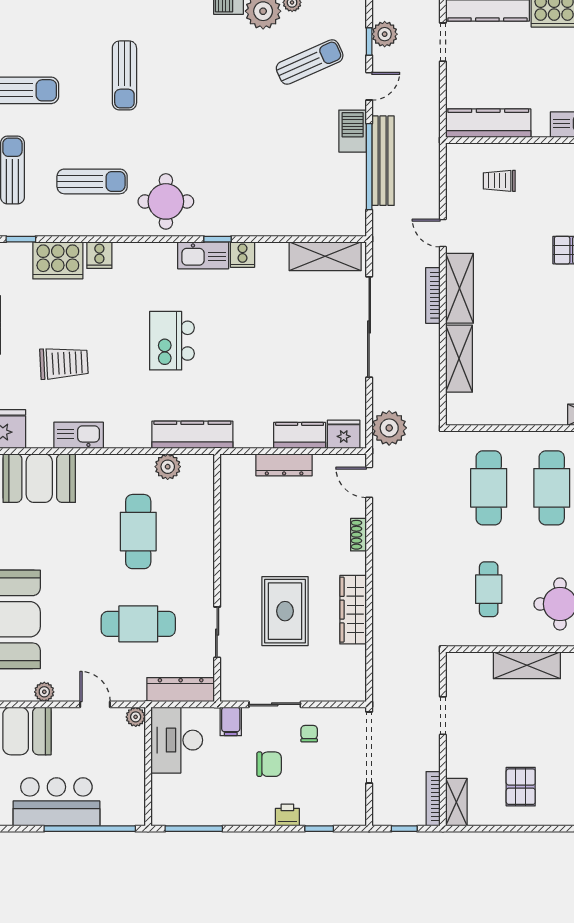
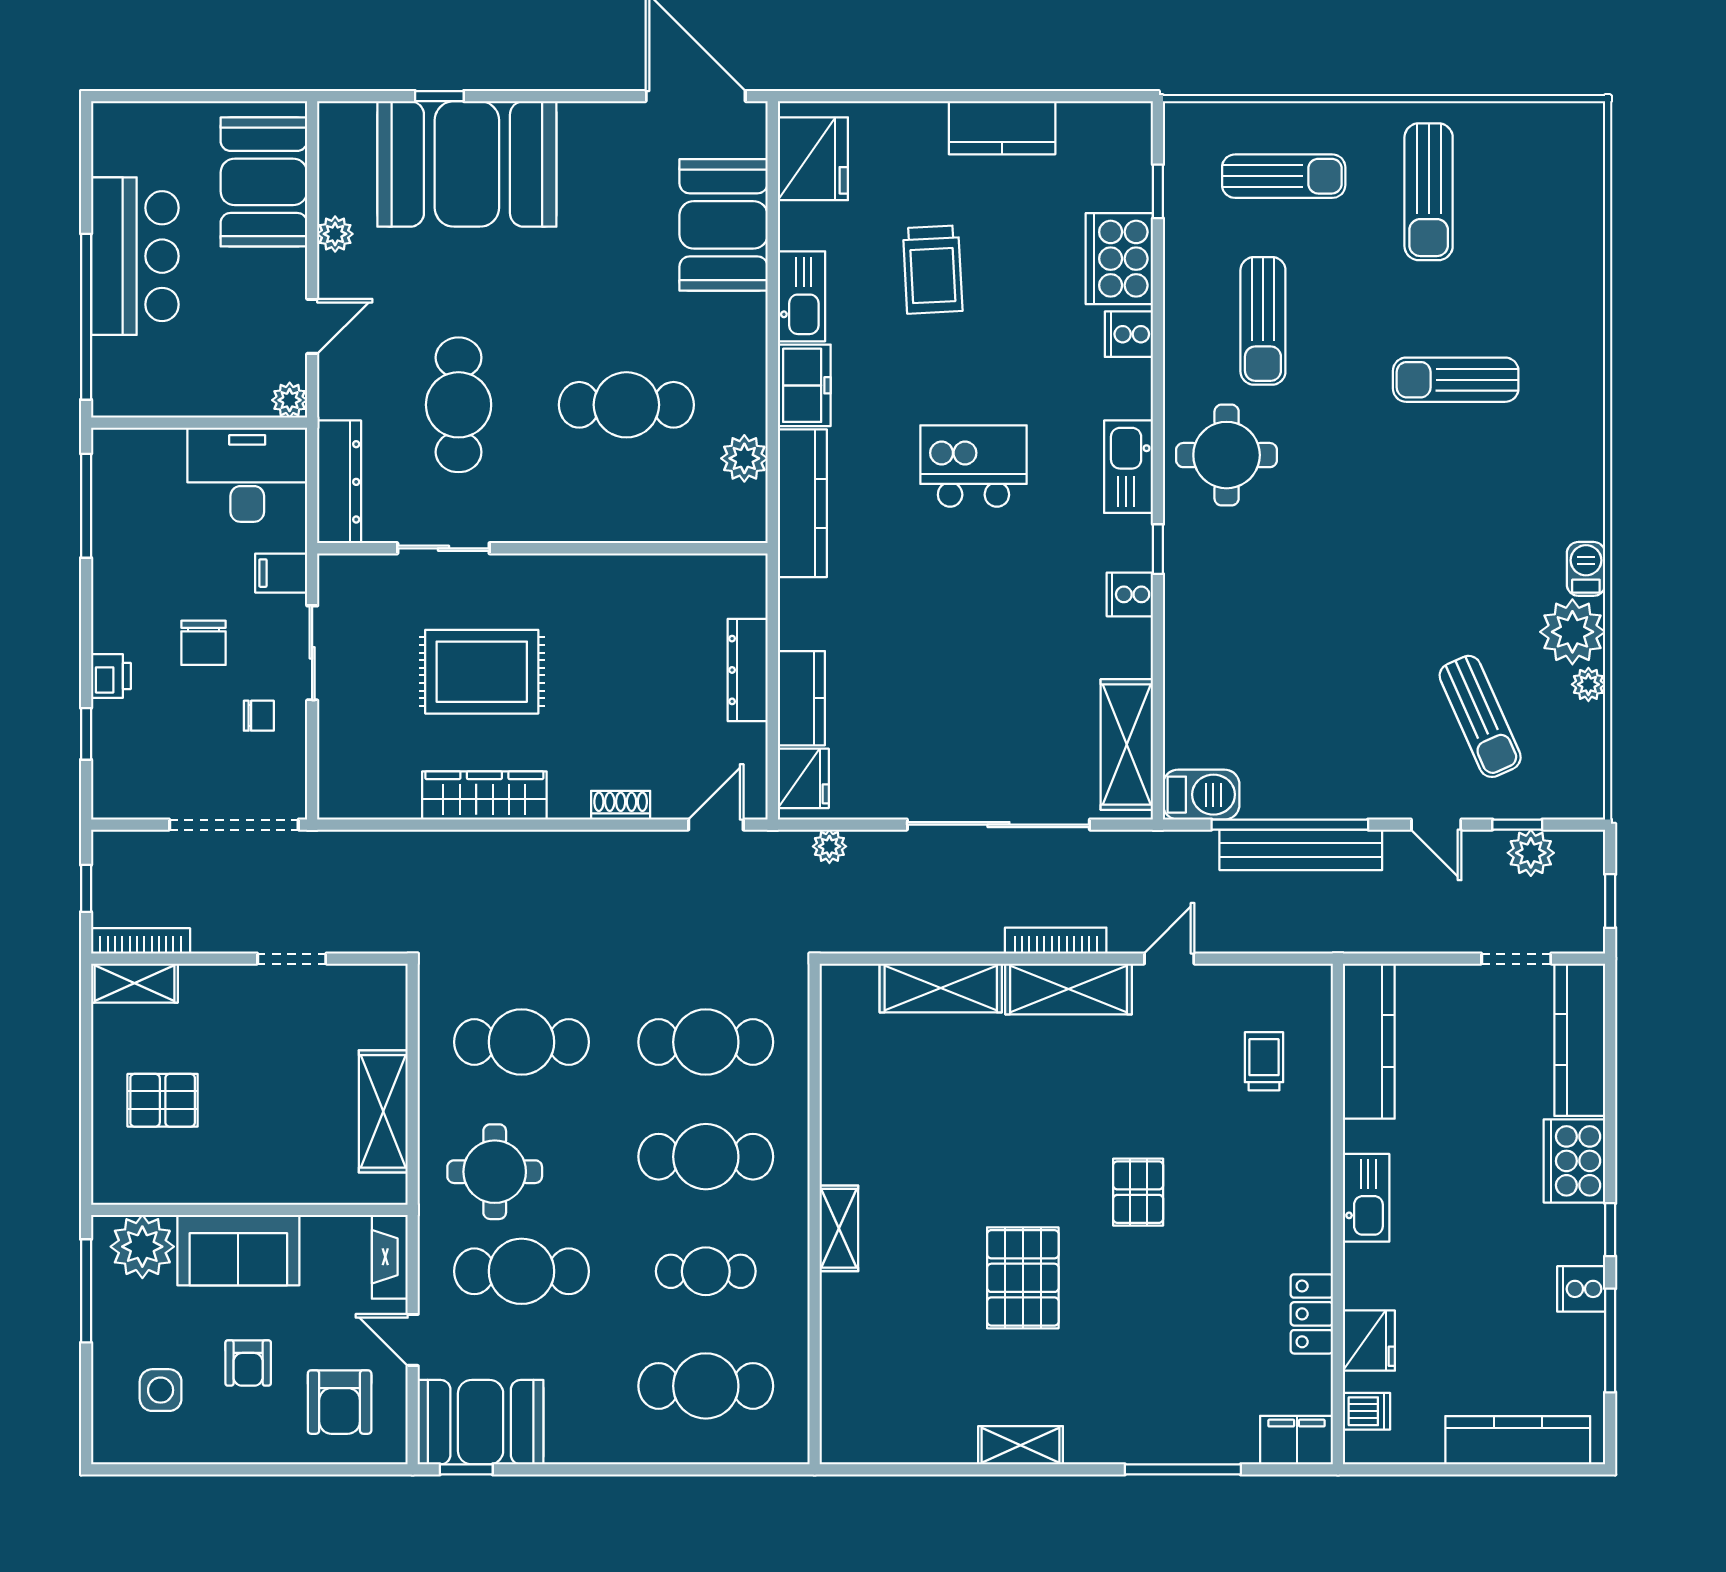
barbecue: (353, 131) -> (1201, 795), moved
kitchen sink: (203, 255) -> (1128, 467), moved
plant: (389, 428) -> (829, 846), width x0.53, depth x0.53
freezer: (128, 434) -> (804, 385), added
cafe table: (489, 589) -> (521, 1042), width x1.37, depth x1.35

